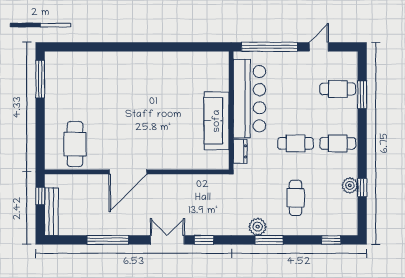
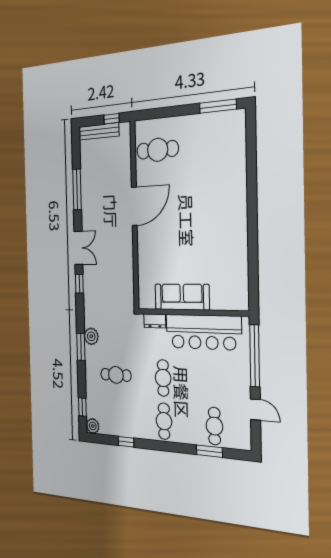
door: (128, 172) -> (134, 206), swing flipped
plant: (350, 185) -> (93, 426), moved

